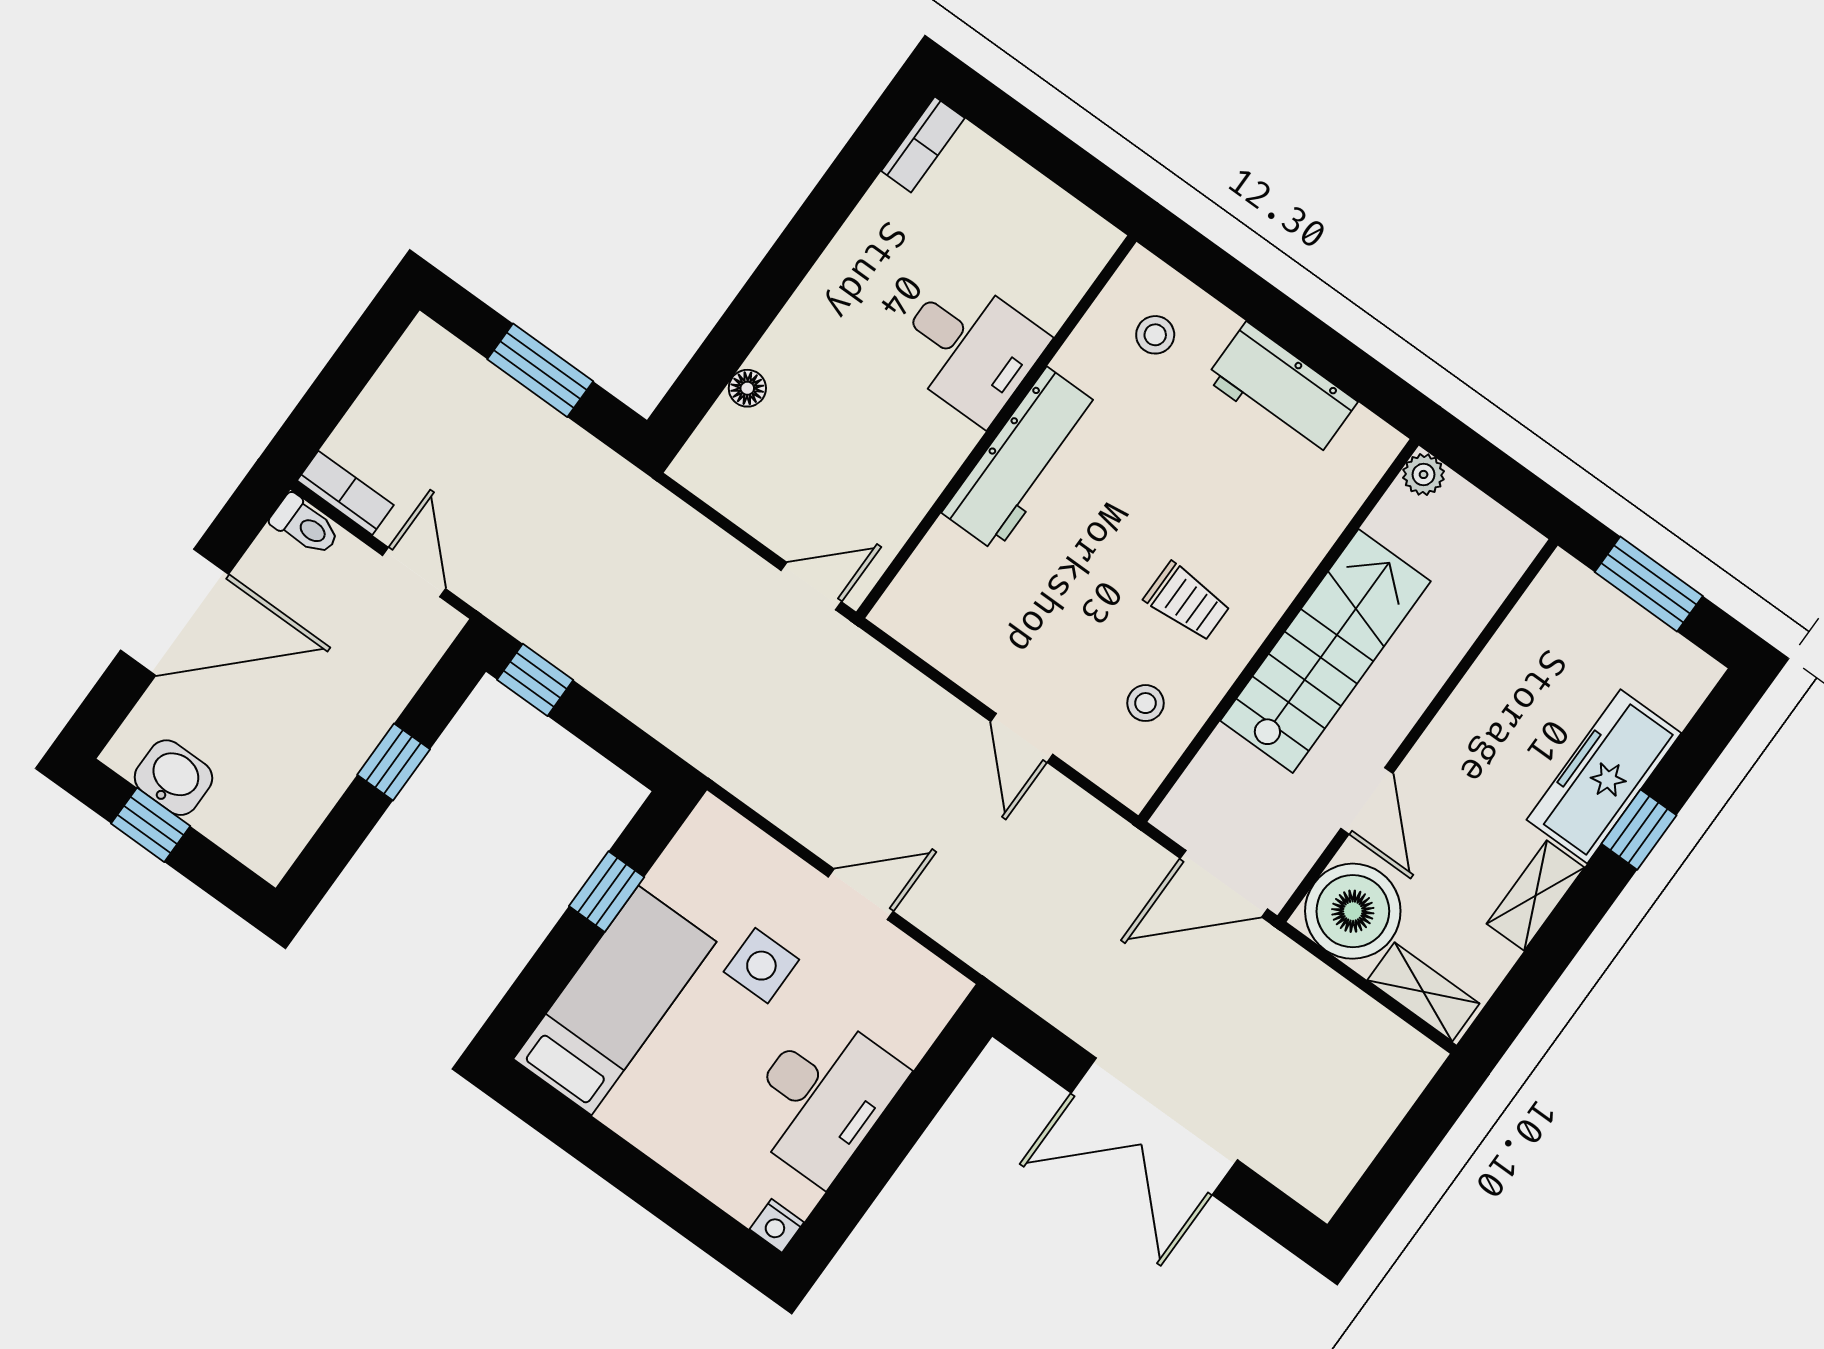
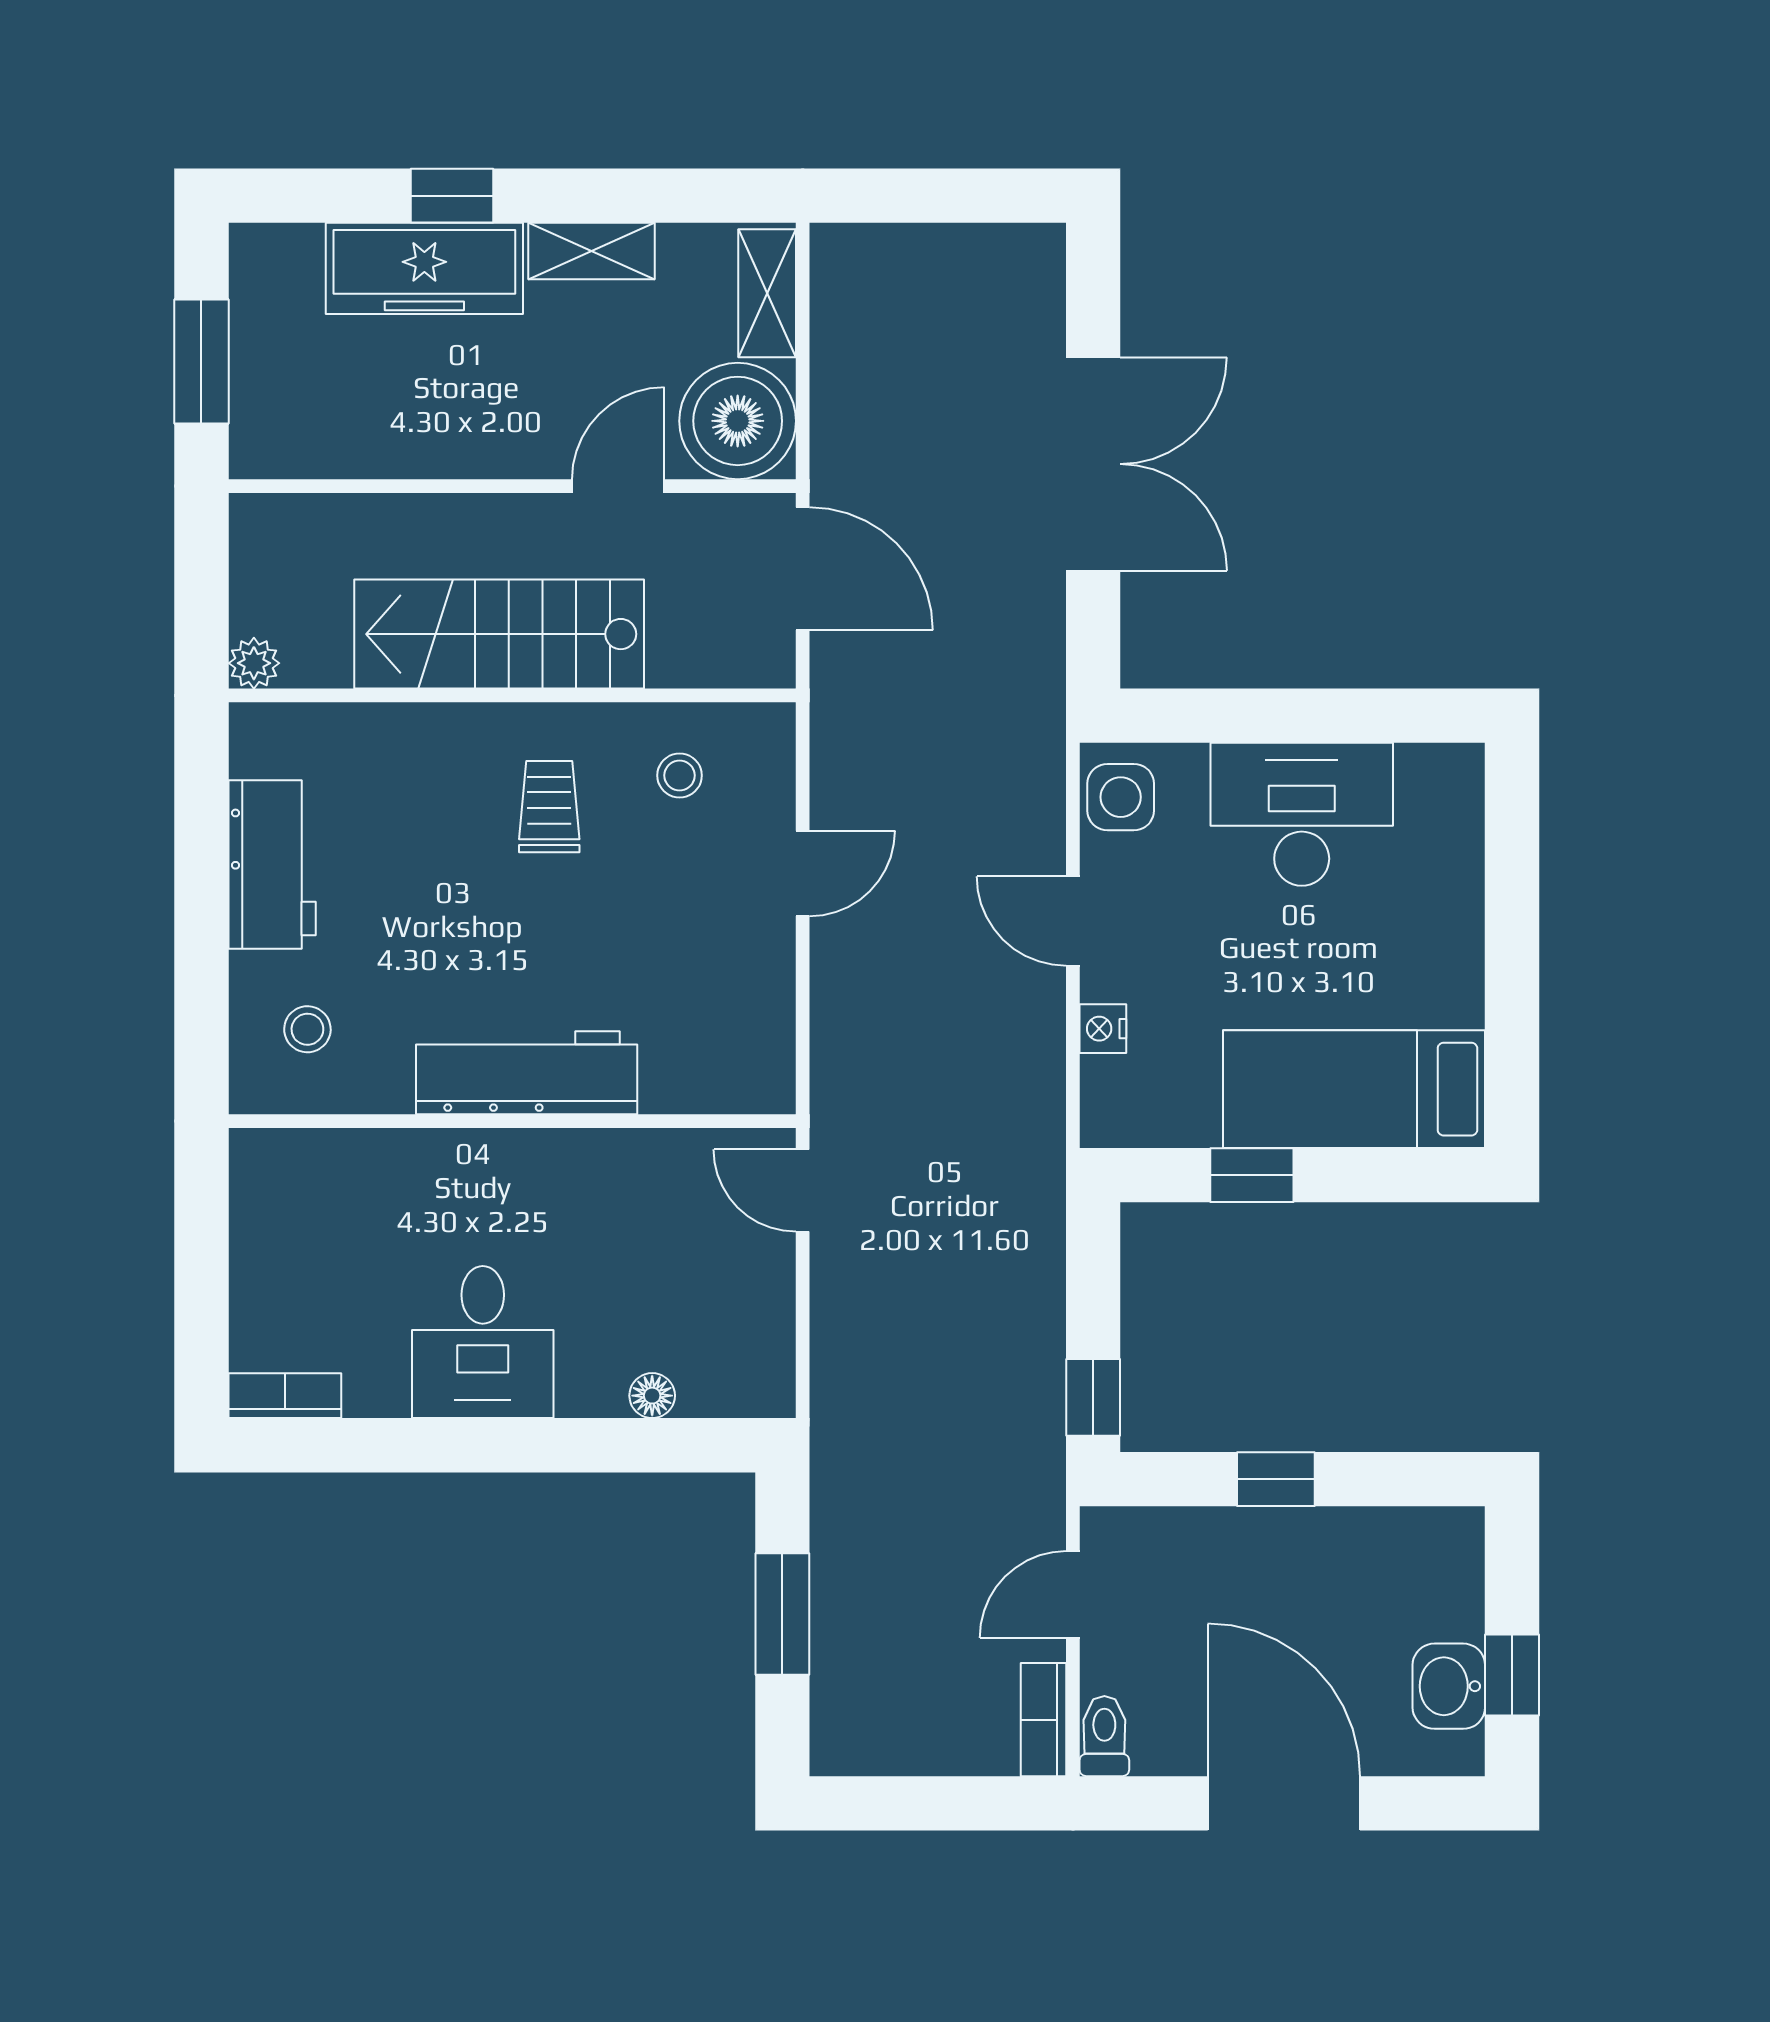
desk: (970, 348) -> (483, 1342), moved, turned 180
side table: (761, 966) -> (1121, 797), moved
nightstand: (777, 1226) -> (1103, 1029), moved, turned 180

